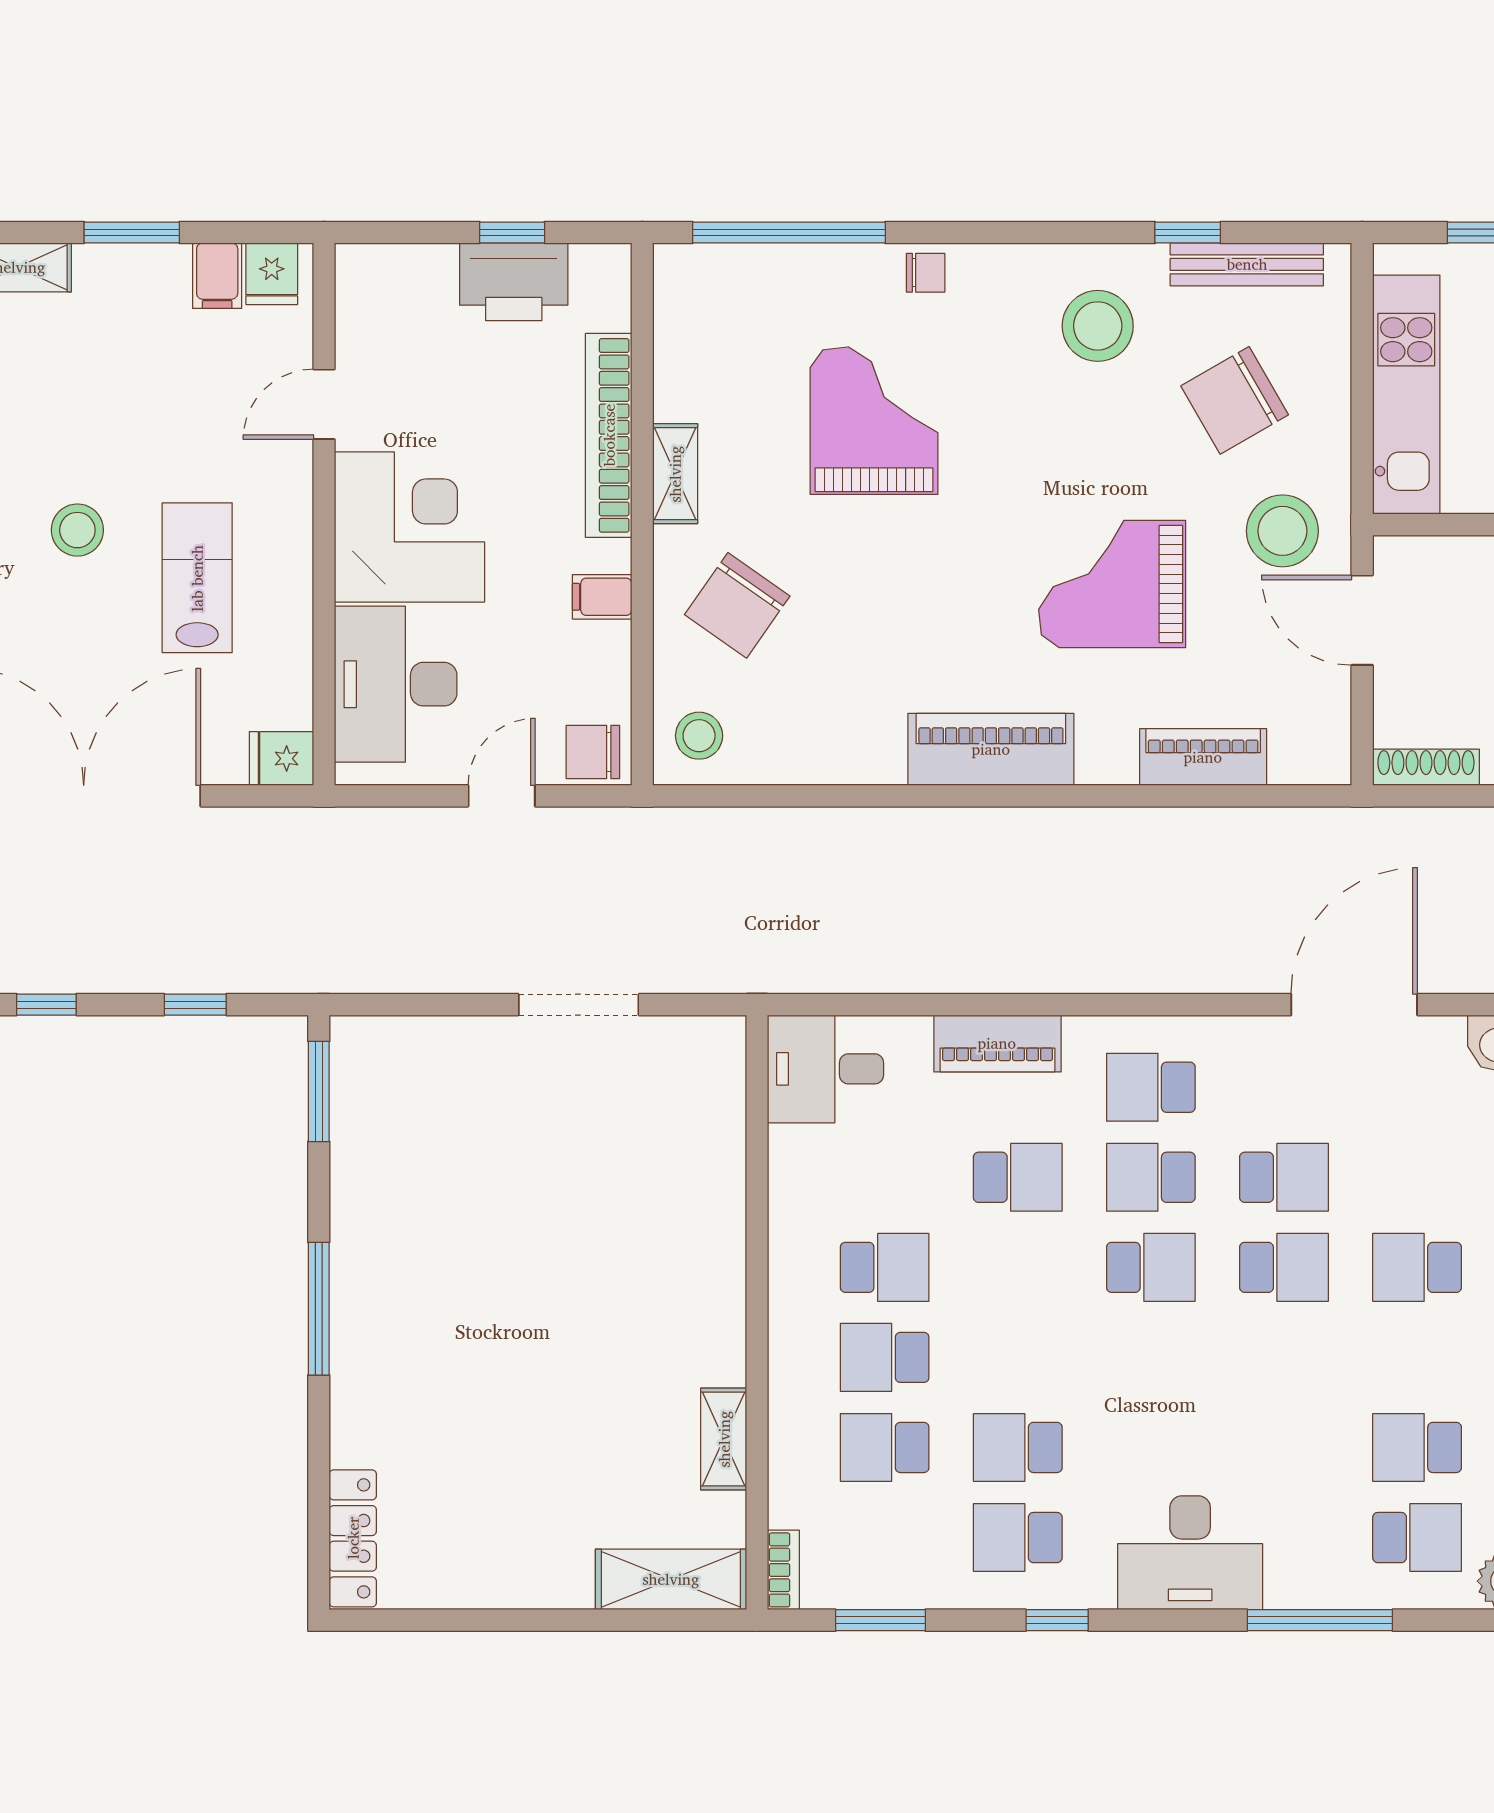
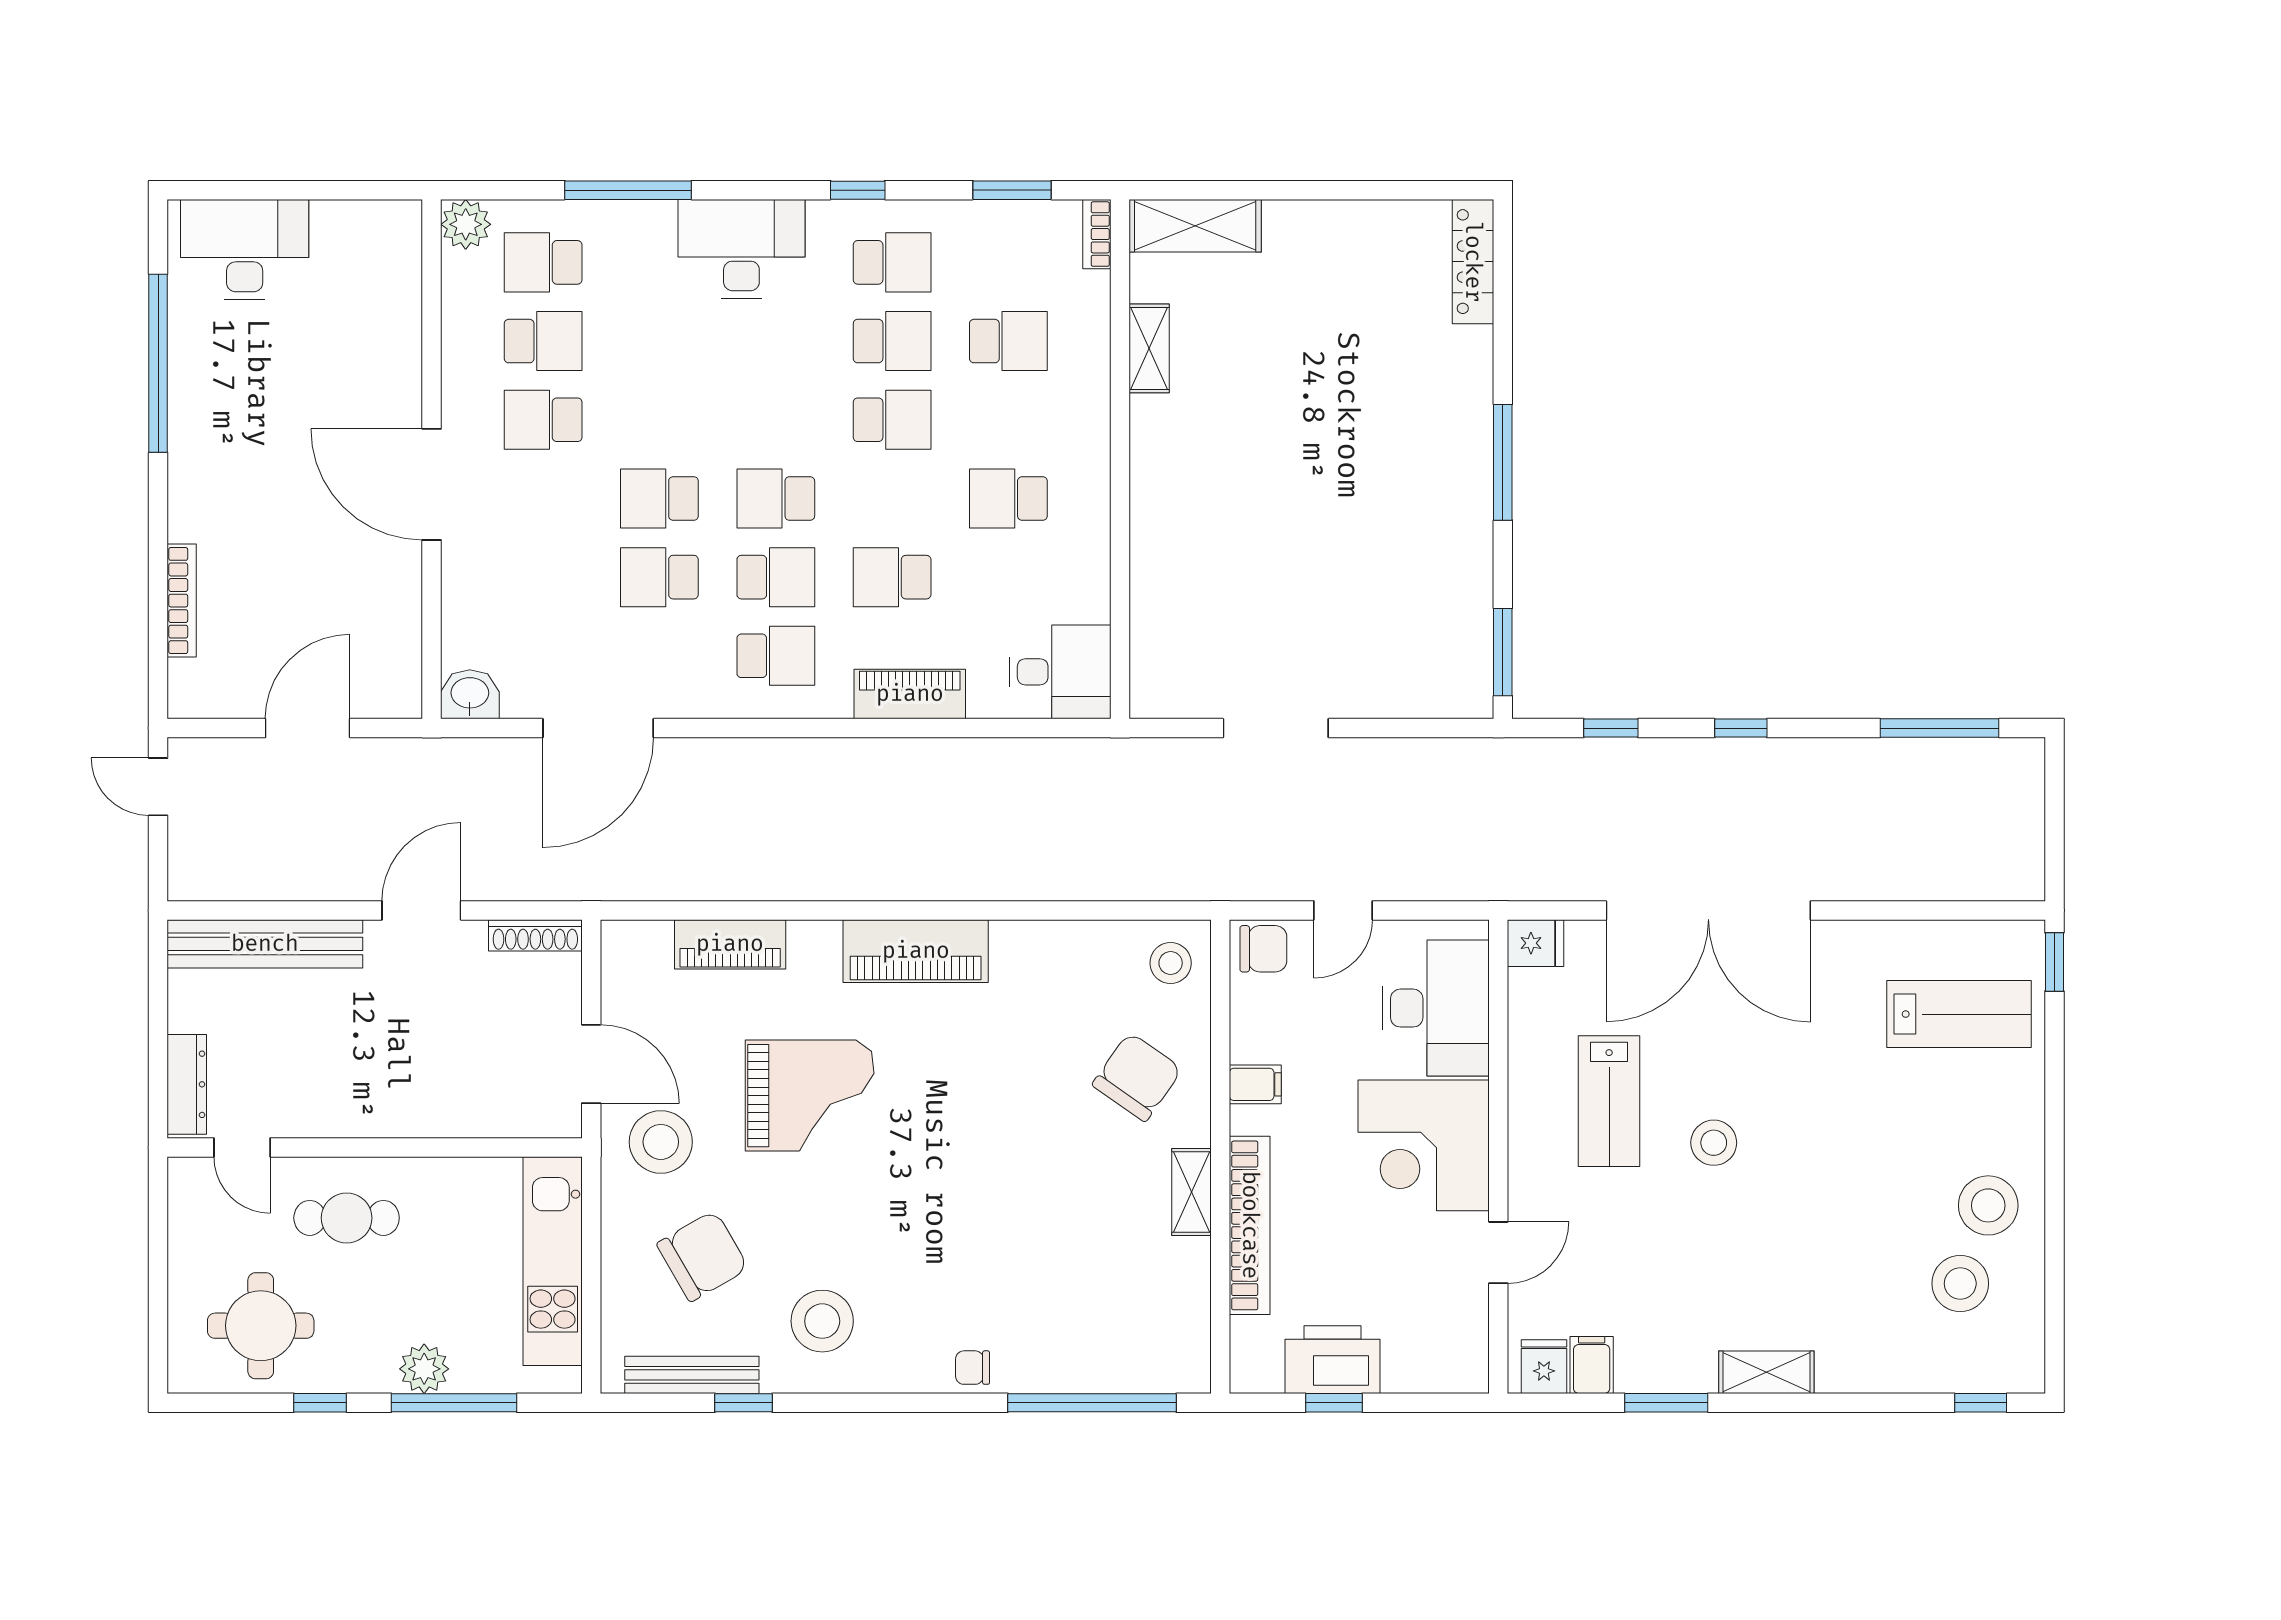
grand piano: (874, 421) -> (1018, 1238), removed
school desk: (1417, 1267) -> (543, 420), moved, turned 180
school desk: (885, 1357) -> (892, 420), moved

